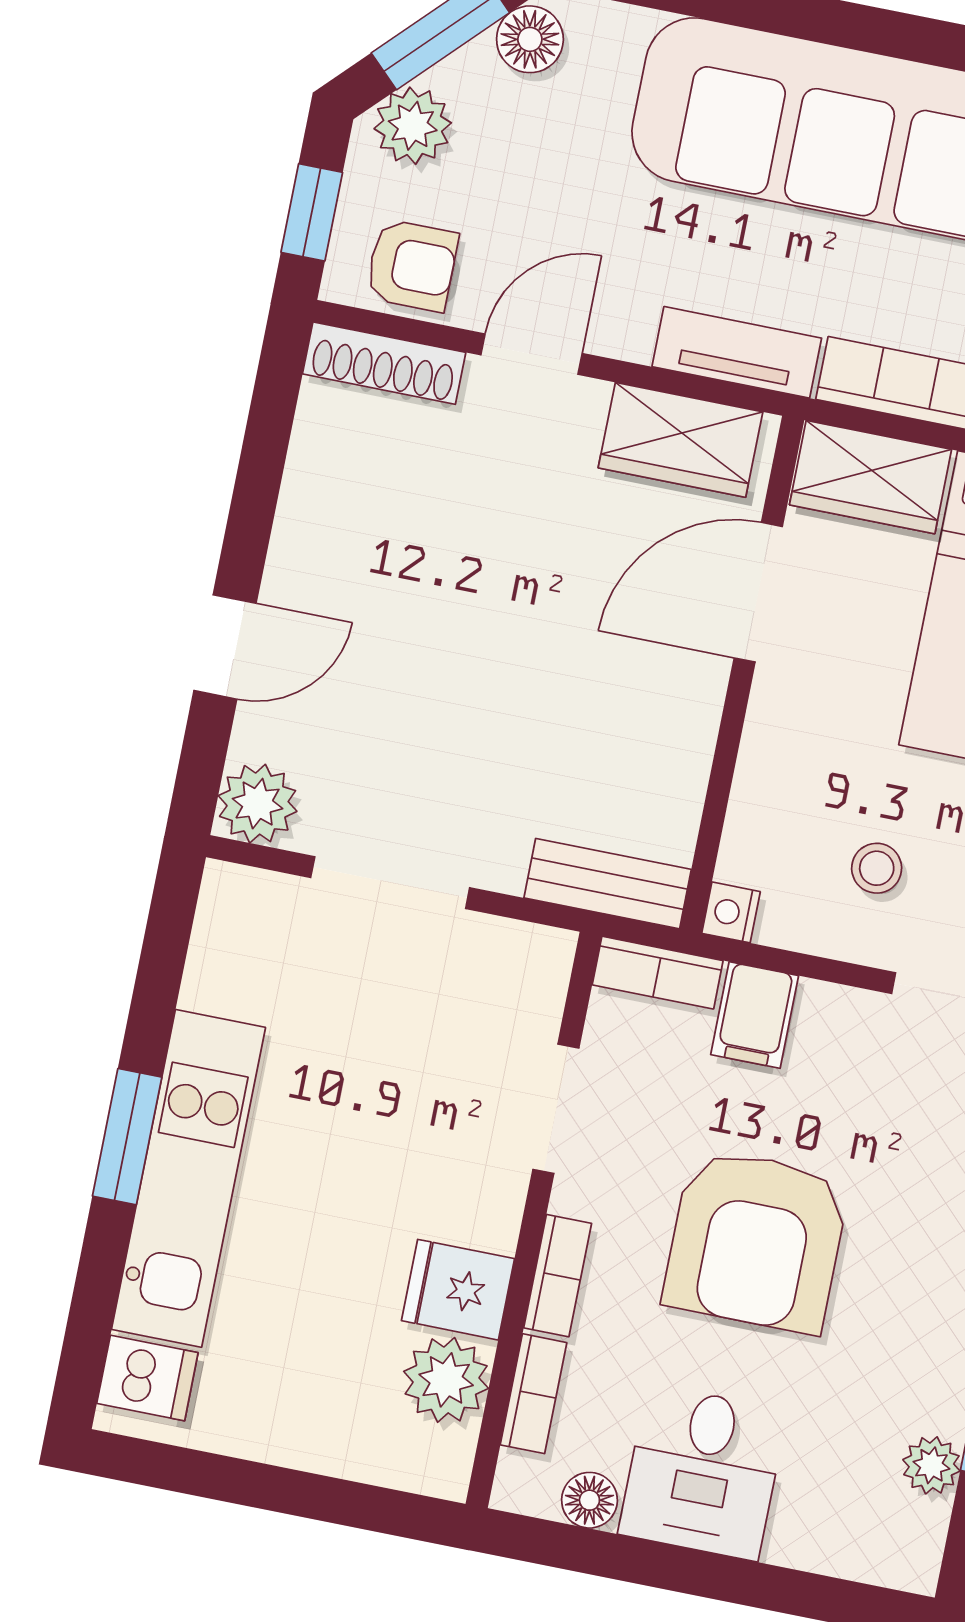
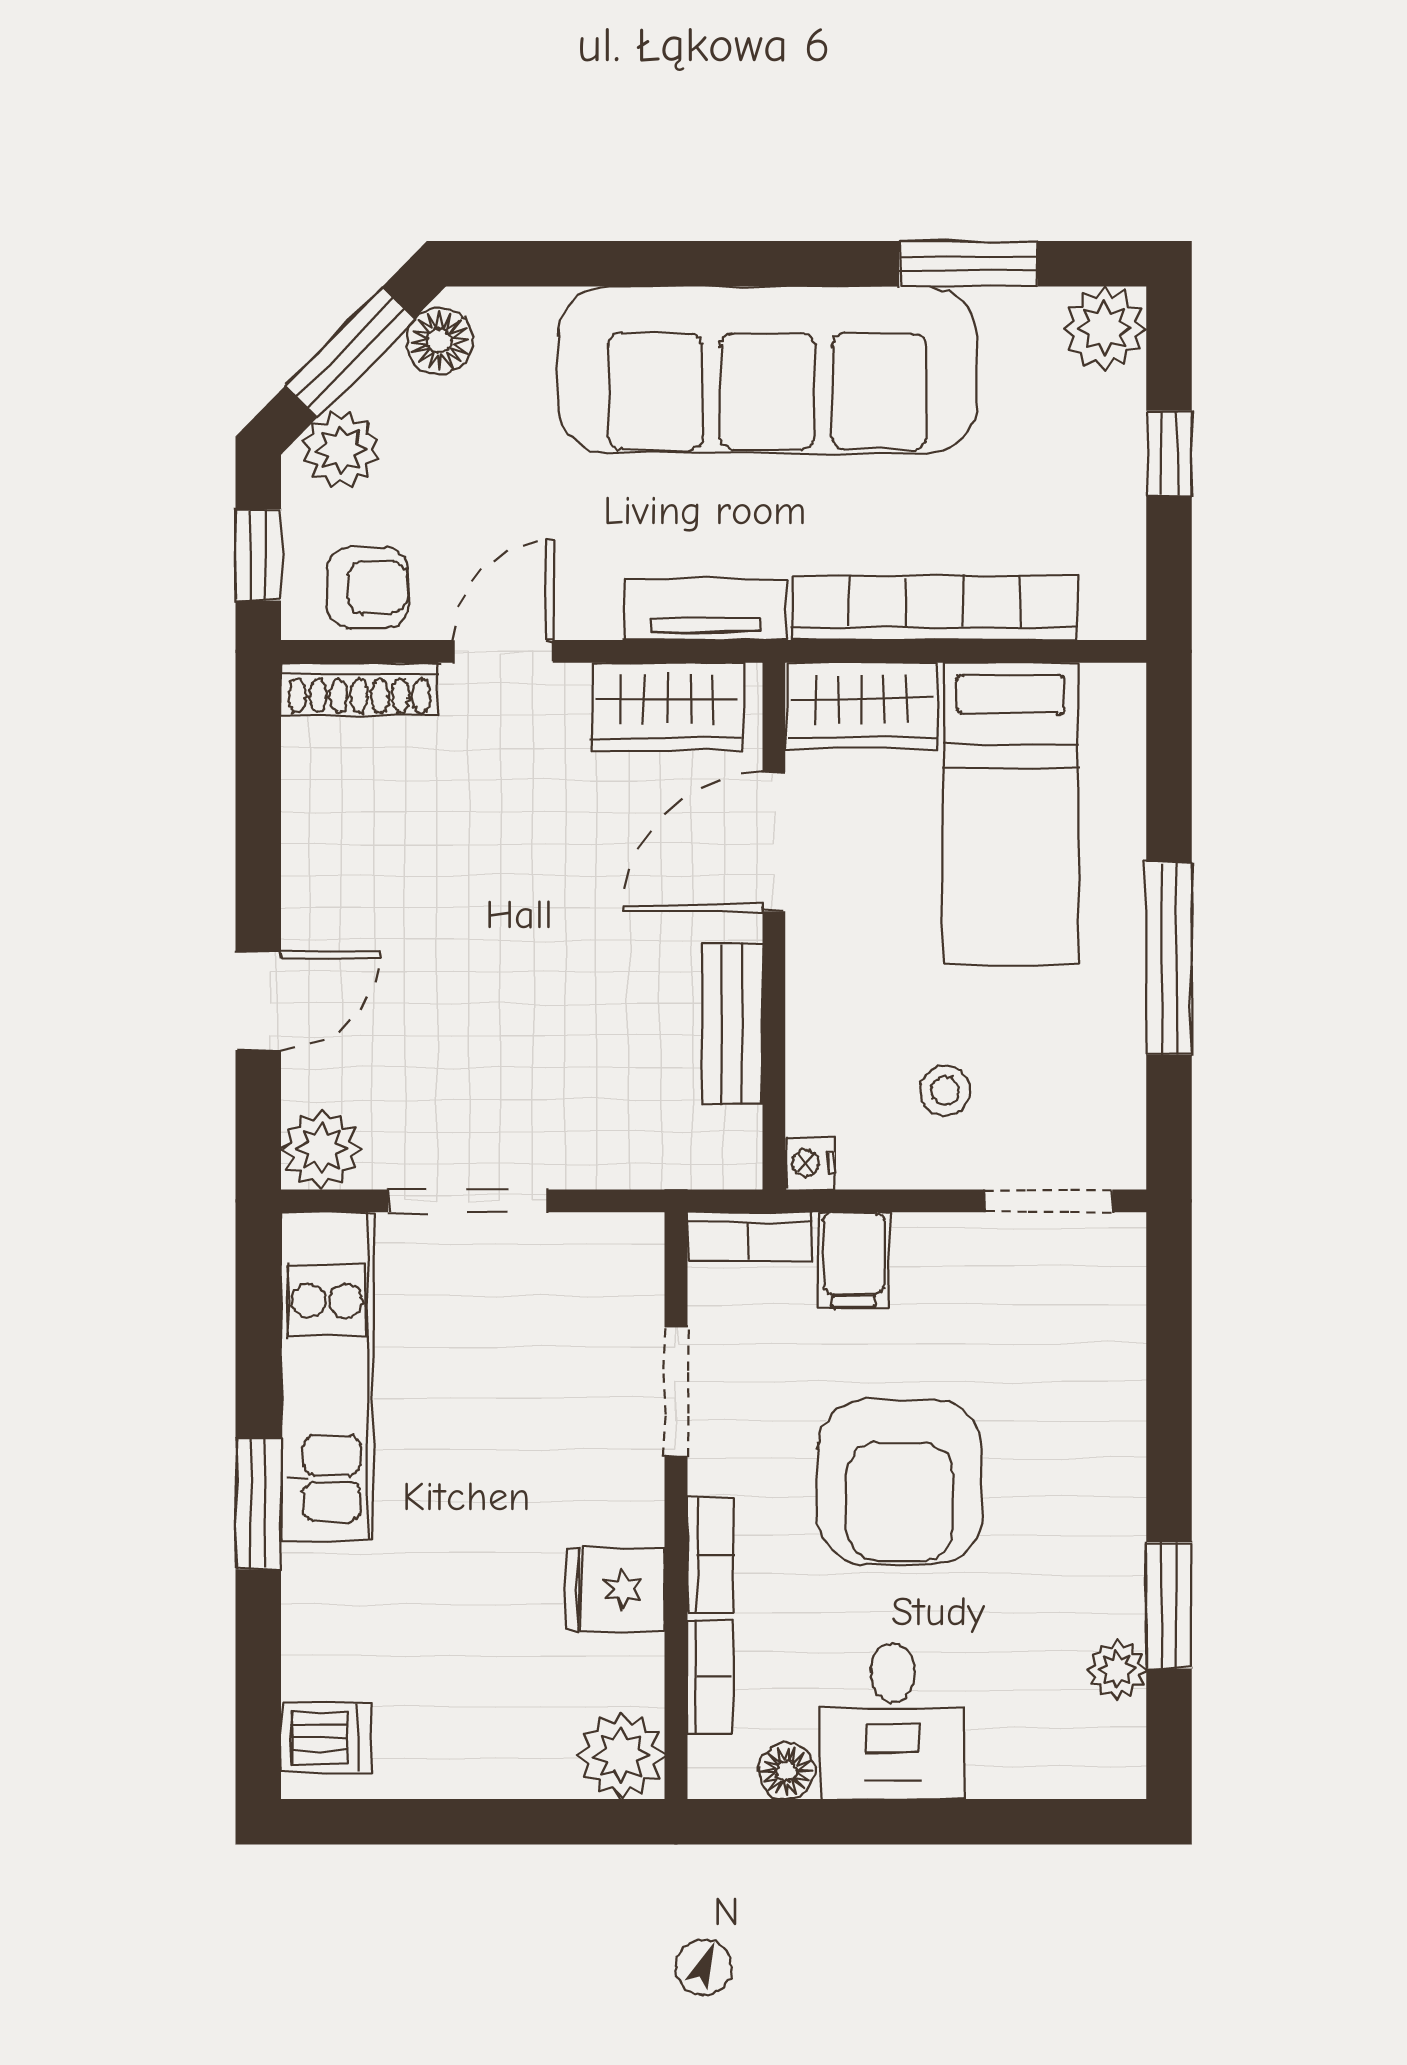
bench: (608, 884) -> (732, 1024), moved, turned 90
kitchen unit: (189, 1178) -> (327, 1376), moved
plant: (446, 1380) -> (621, 1756), moved

